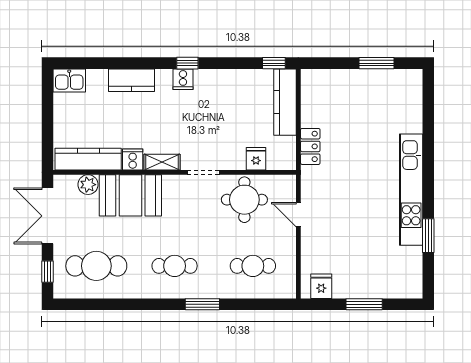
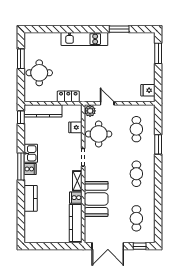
window: (187, 63) -> (21, 167), width x2.17
kitchen sink: (69, 81) -> (31, 153), moved
round table: (352, 95) -> (39, 73), added
plant: (88, 185) -> (90, 111), moved
kitchen unit: (411, 190) -> (84, 39), width x0.73
door: (298, 215) -> (107, 103), swing flipped
cafe table: (96, 266) -> (136, 218), width x0.73, depth x0.74
window: (202, 304) -> (158, 144), moved
window: (364, 304) -> (158, 53), moved

